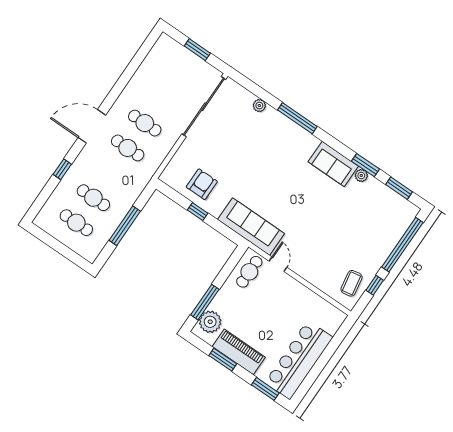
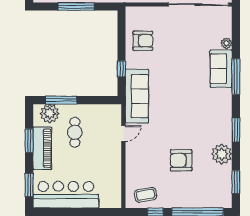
sofa: (333, 164) -> (221, 69), moved
window: (365, 165) -> (236, 130), moved
plant: (361, 175) -> (222, 154), width x1.87, depth x1.87
window: (198, 212) -> (121, 69), moved
armchair: (342, 226) -> (181, 160), added
cafe table: (249, 272) -> (75, 132), moved, turned 90

